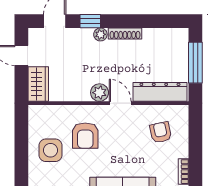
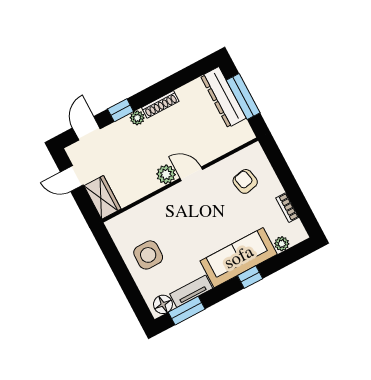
dresser: (160, 92) -> (223, 97), moved, turned -90
armchair: (85, 136) -> (174, 223), removed

